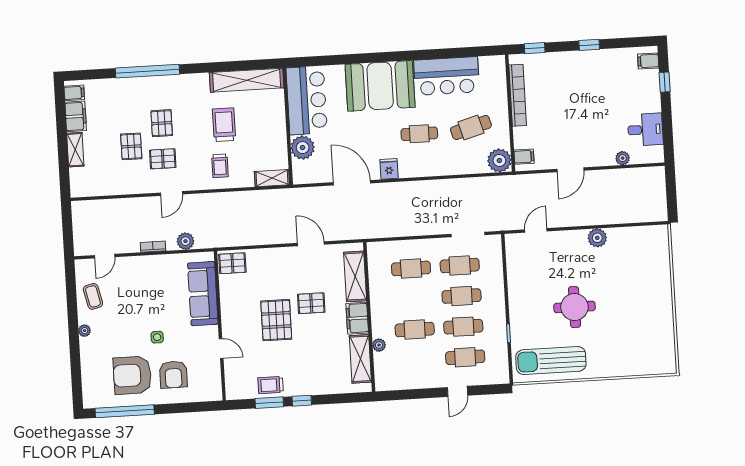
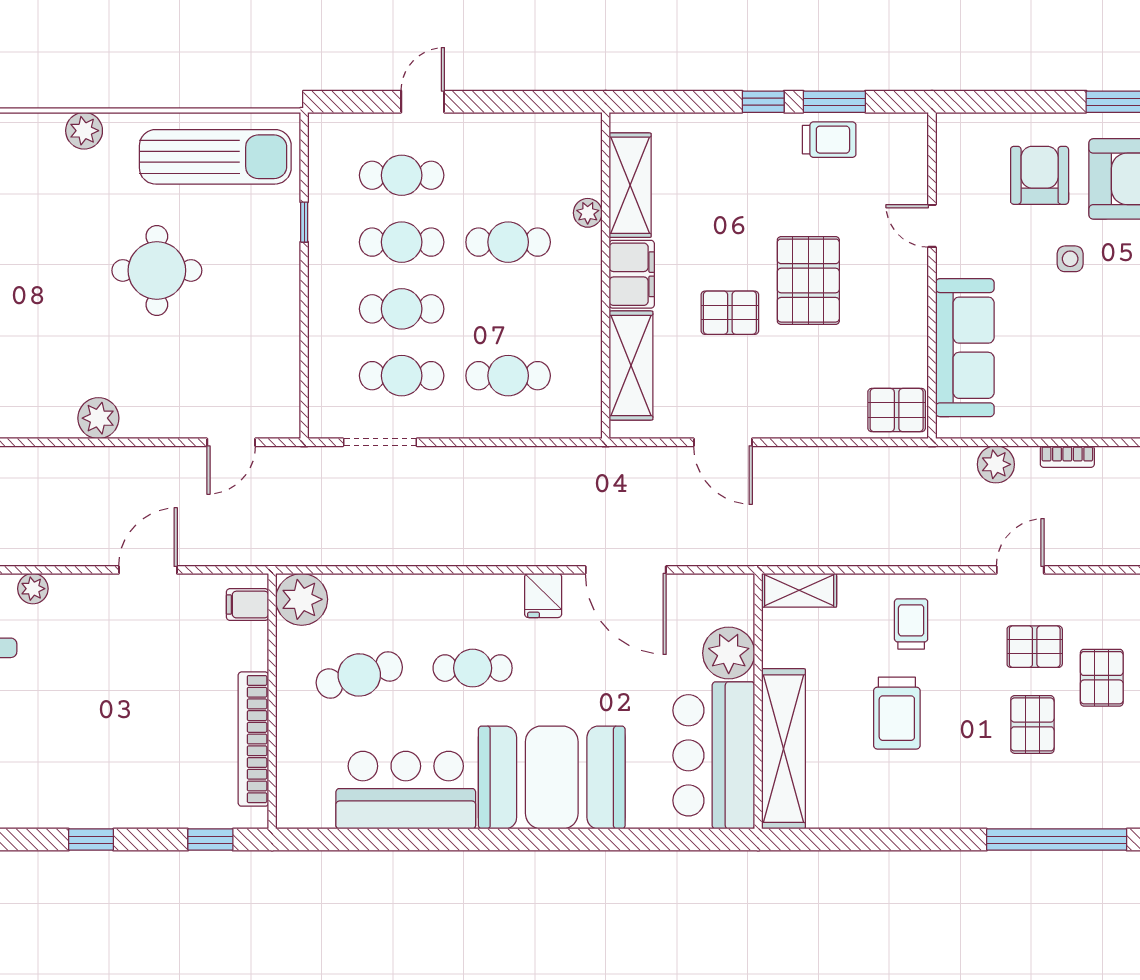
shelving: (247, 80) -> (784, 749), moved, turned 90
plant: (612, 369) -> (84, 131), added

